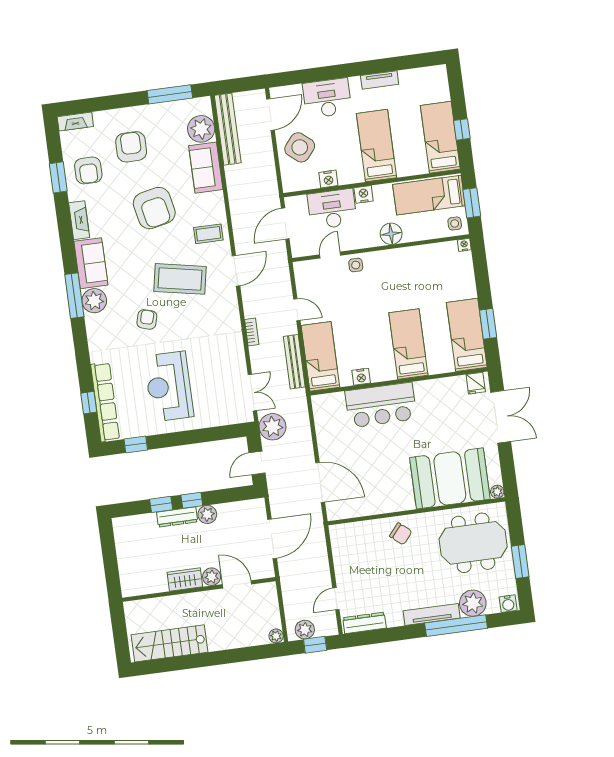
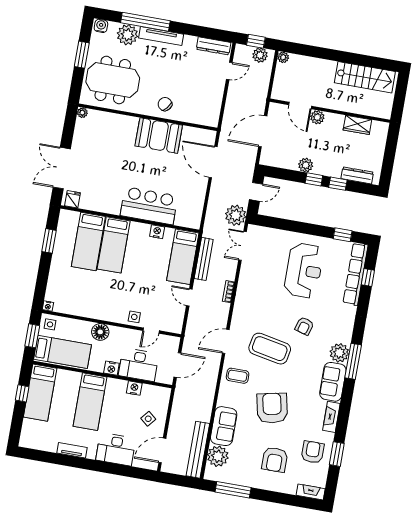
side table: (300, 147) -> (148, 419), width x0.54, depth x0.54
bed: (467, 335) -> (88, 241), moved
booth: (450, 478) -> (159, 136), moved, width x0.73, depth x0.70
dresser: (177, 517) -> (357, 175), moved
wardrobe: (185, 580) -> (357, 125), moved

